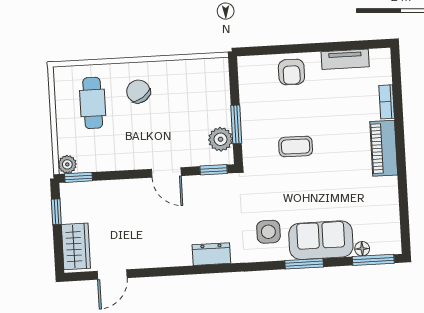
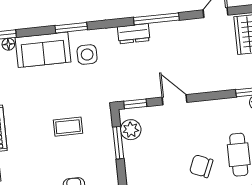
chair: (138, 91) -> (201, 166), turned 147
window: (304, 264) -> (71, 28), moved
window: (183, 271) -> (156, 19), added

